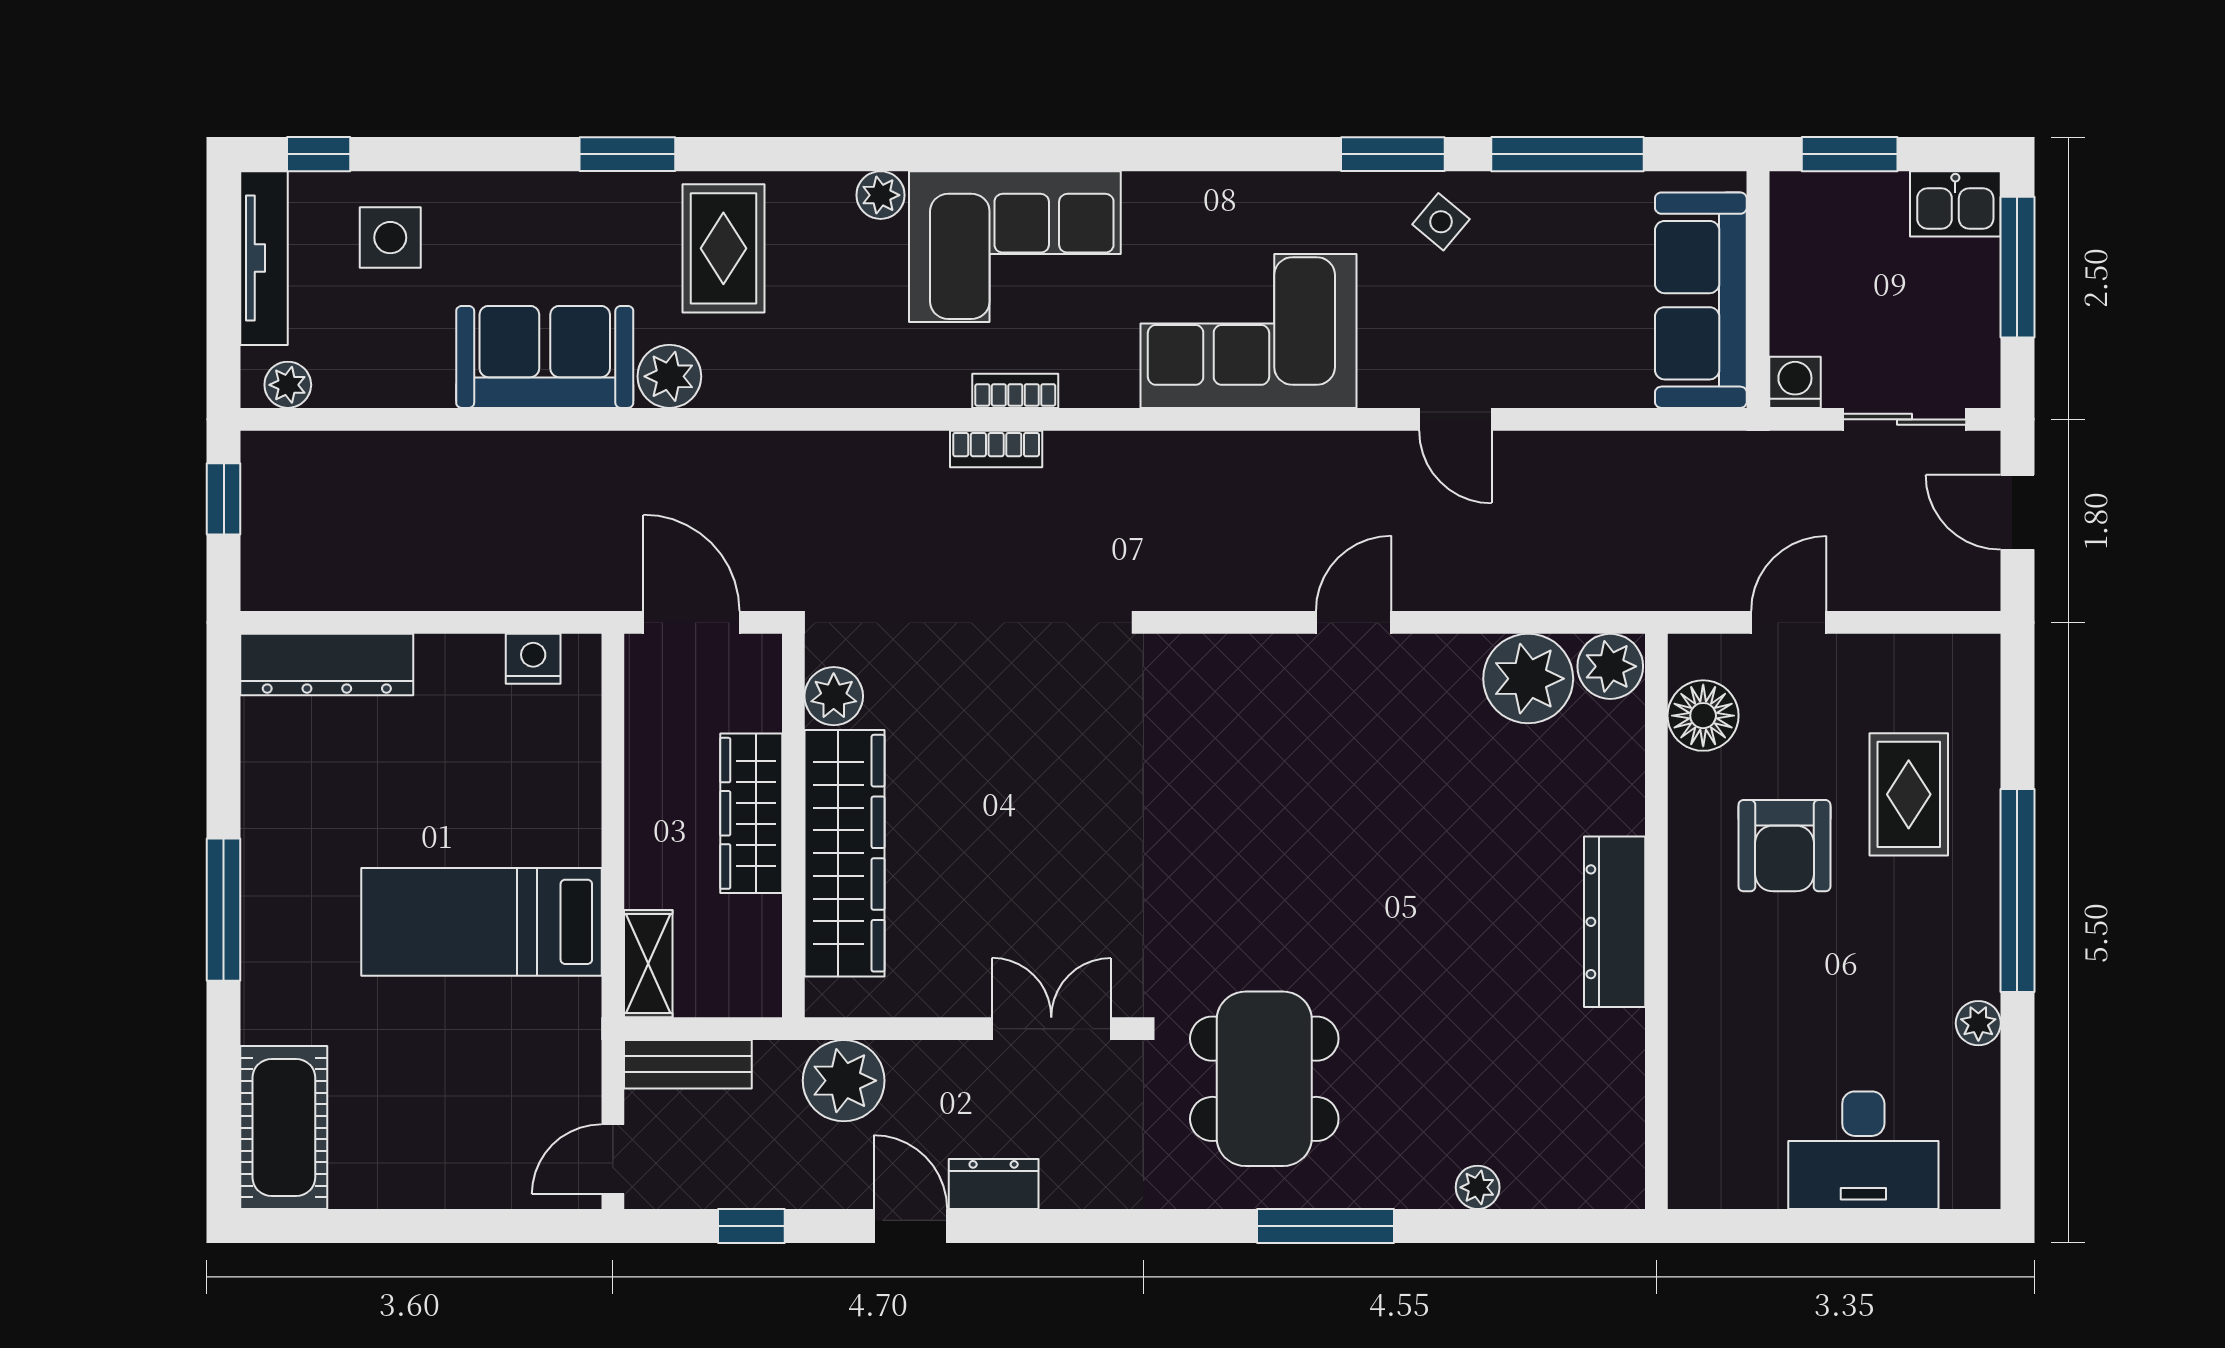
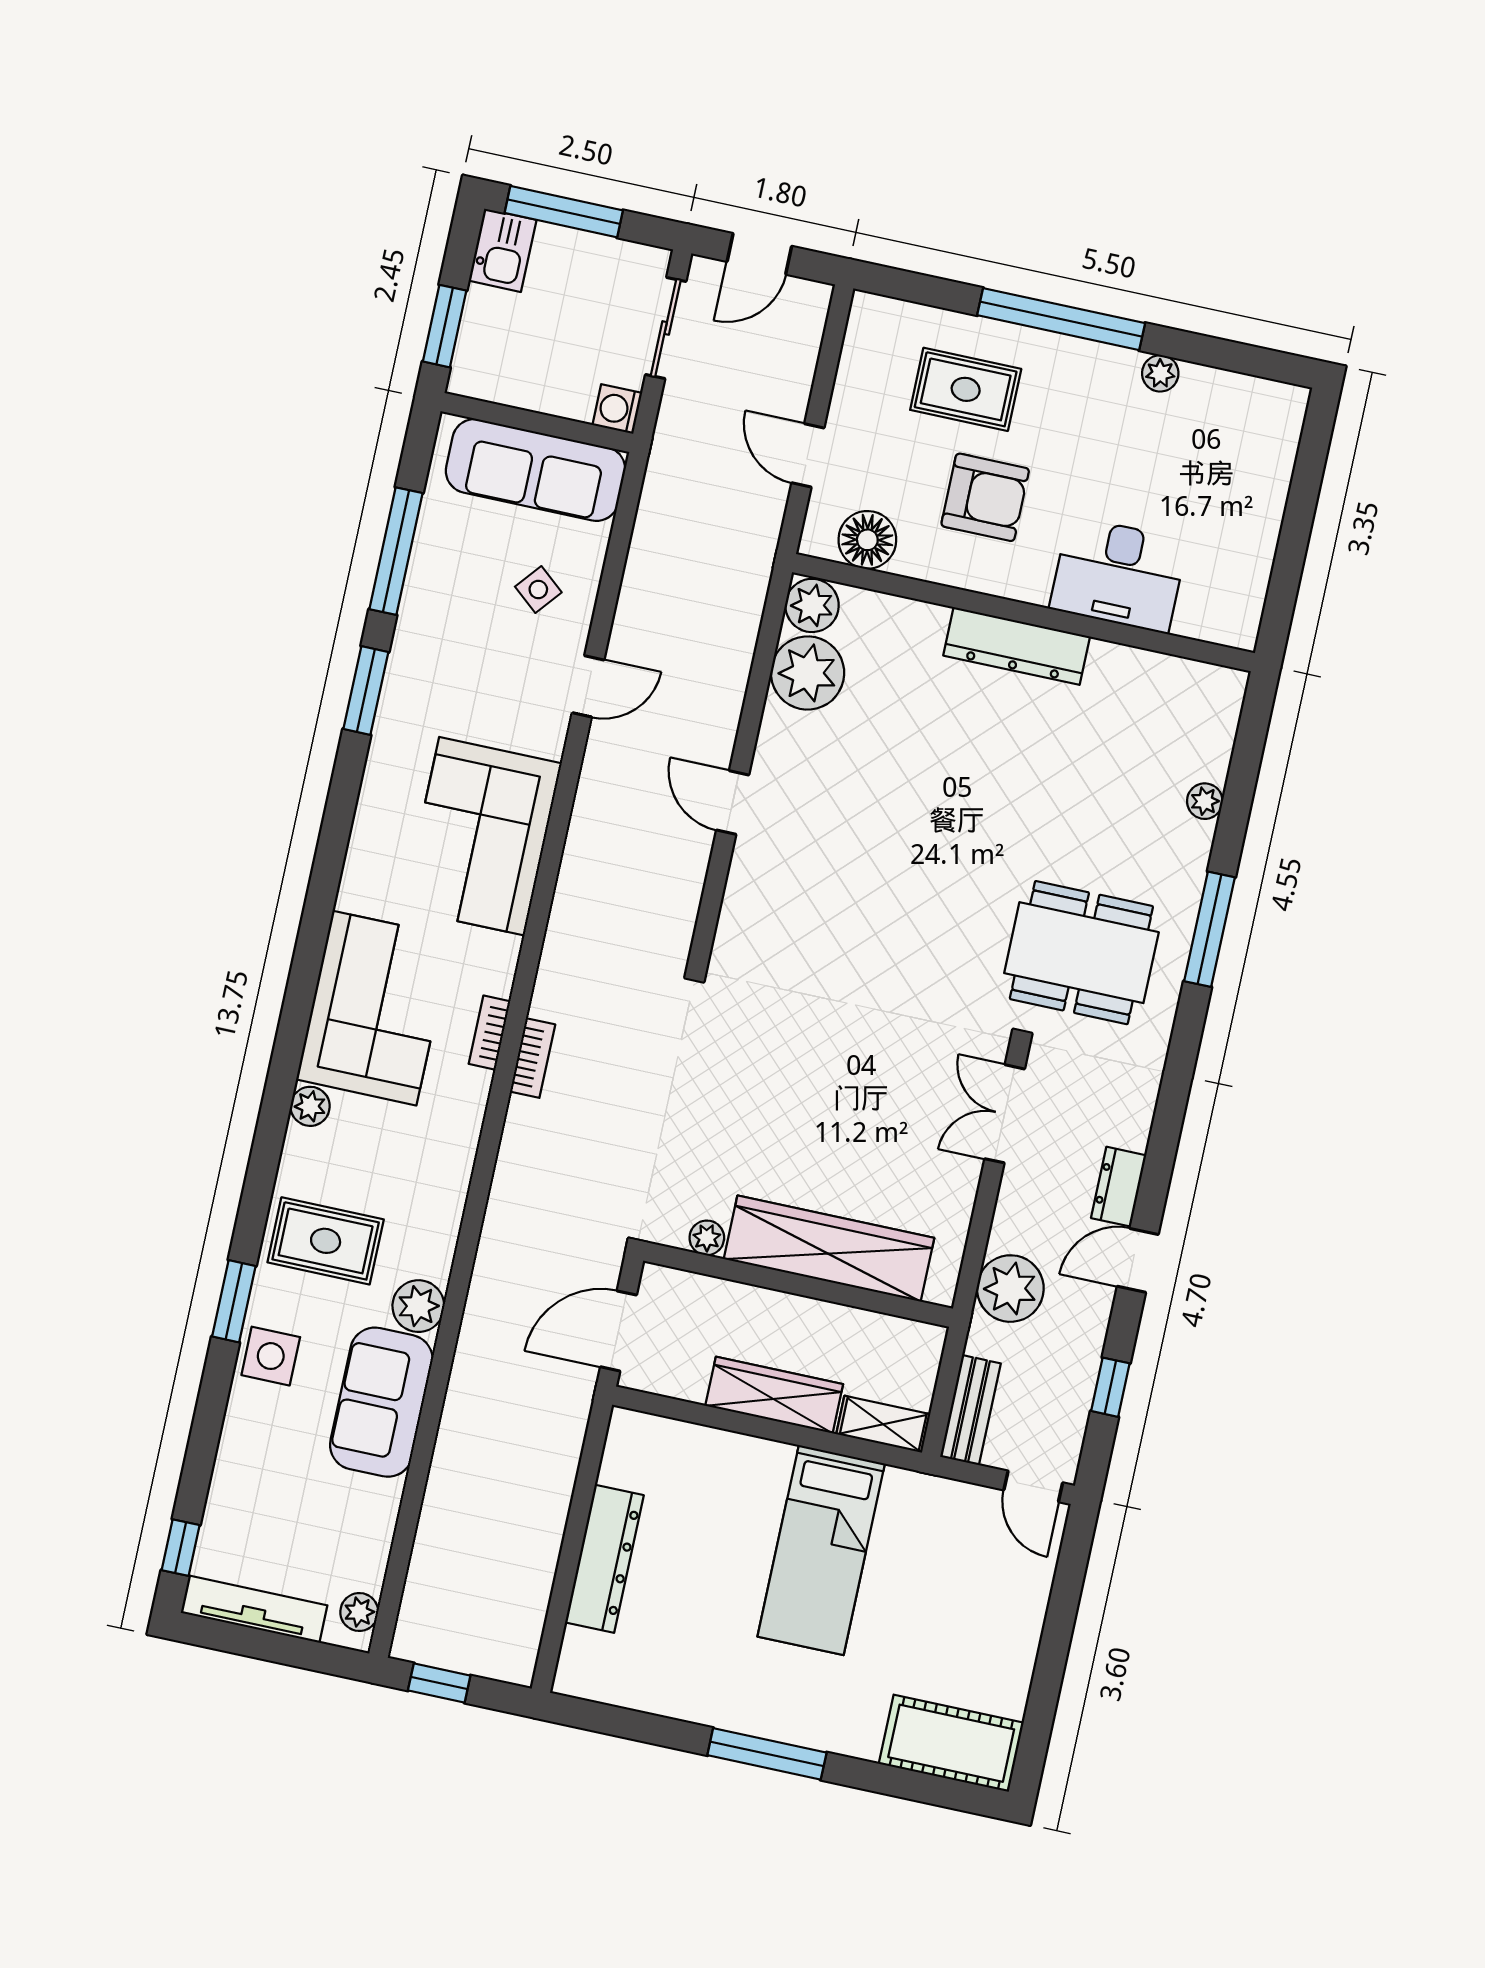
side table: (1441, 222) -> (538, 590), moved
side table: (390, 238) -> (271, 1356), moved
nightstand: (533, 659) -> (620, 1464), removed
dresser: (327, 664) -> (604, 1559), moved
plant: (834, 696) -> (707, 1238), width x0.73, depth x0.73
wardrobe: (751, 813) -> (774, 1395), moved, turned 180
desk: (1863, 1150) -> (1118, 574), moved, turned 90

